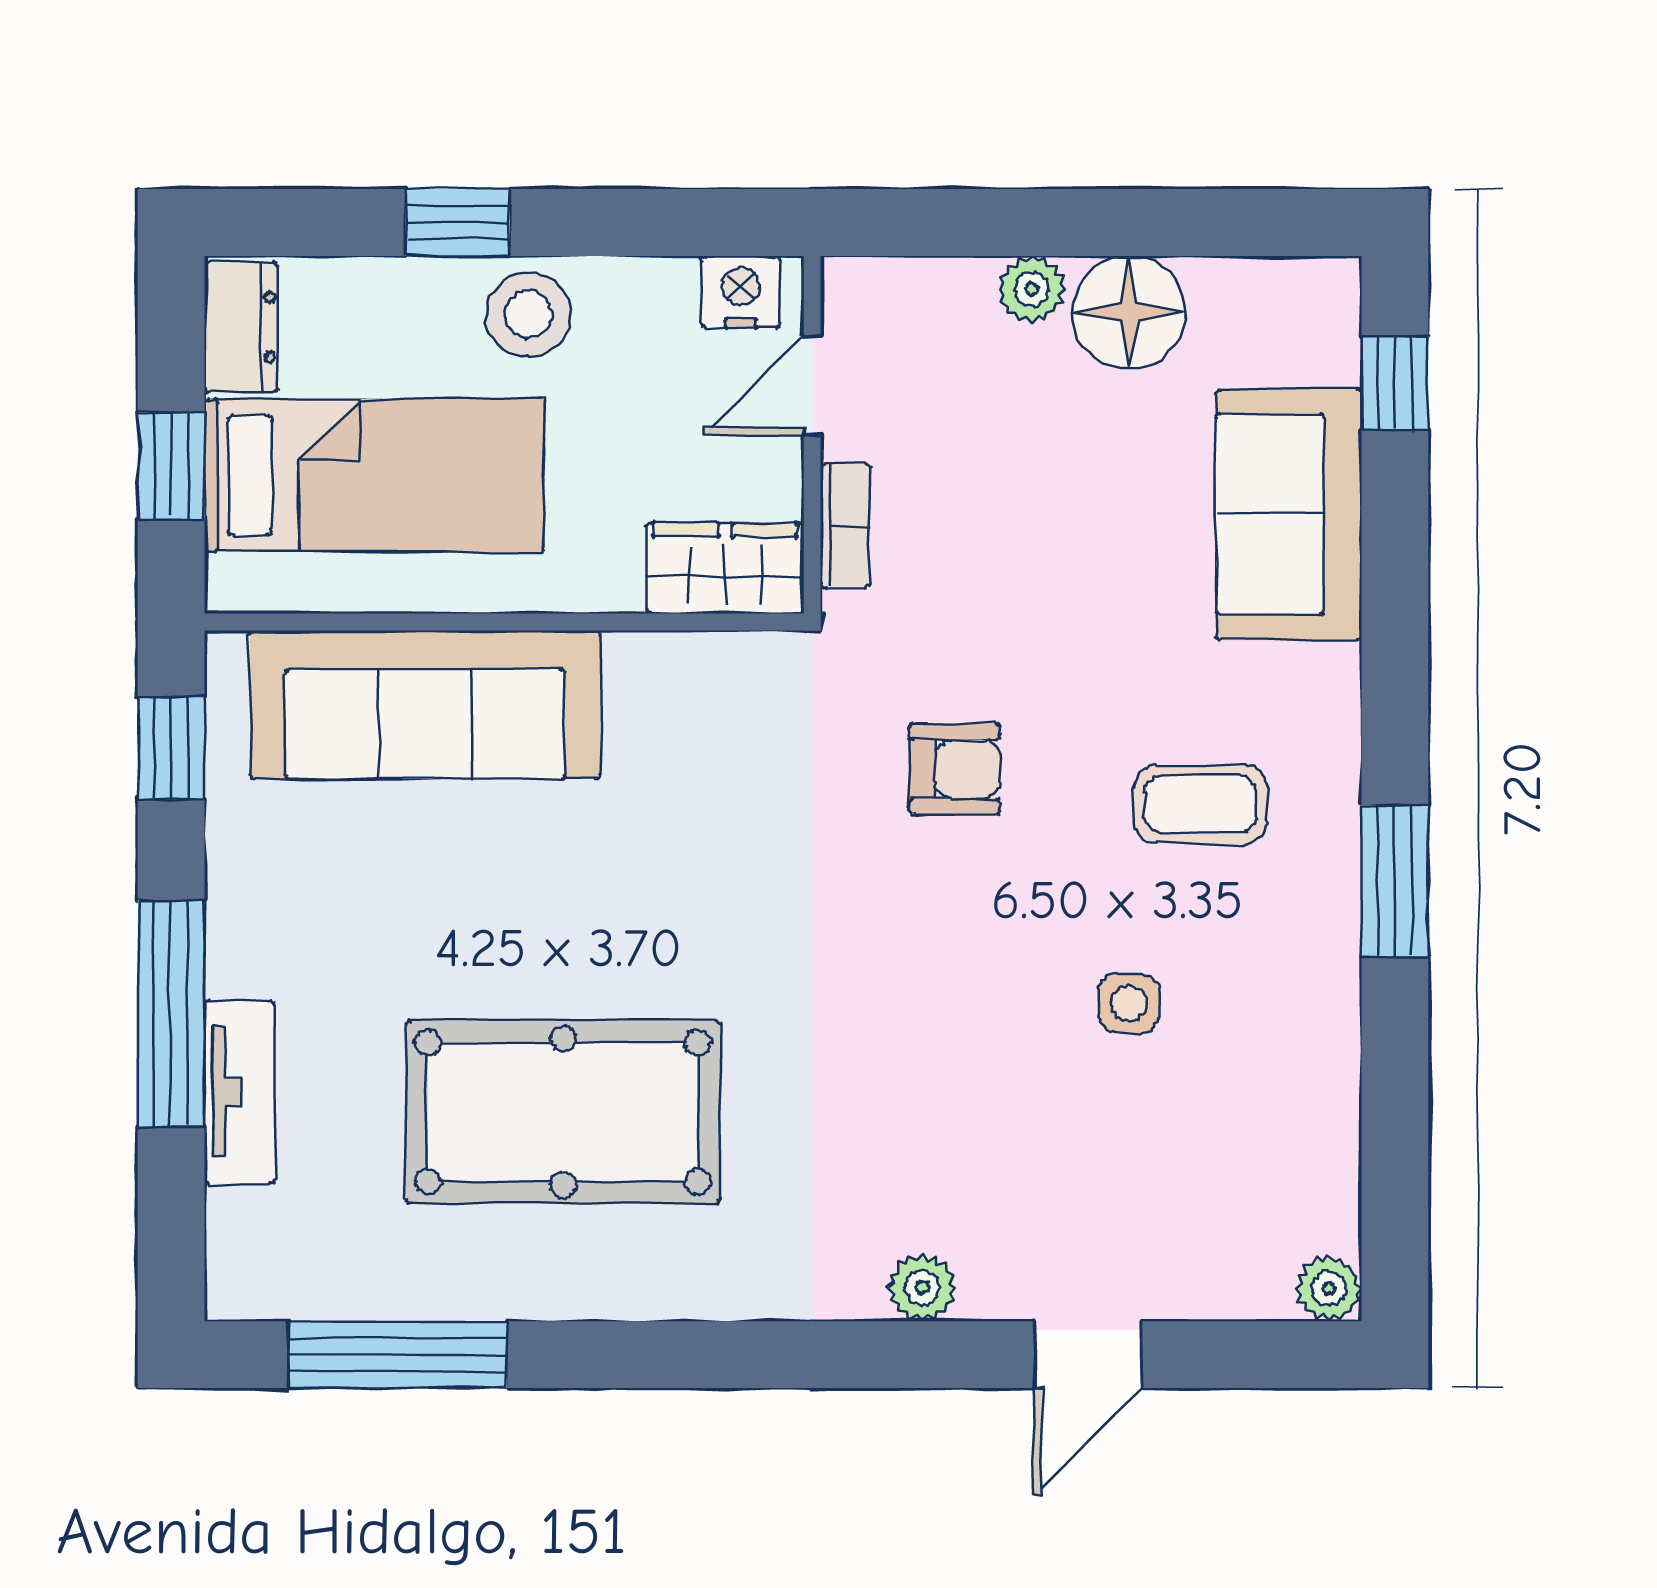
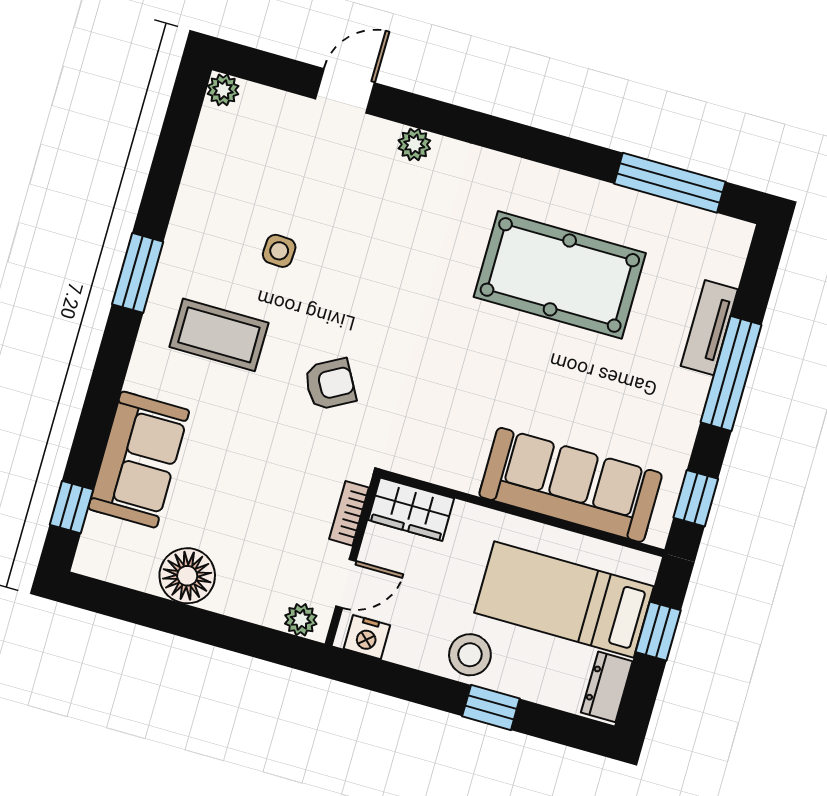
plant: (1032, 289) -> (301, 620), moved
armchair: (954, 769) -> (330, 384), turned 151
coffee table: (1201, 804) -> (219, 335), width x1.36, depth x1.30

